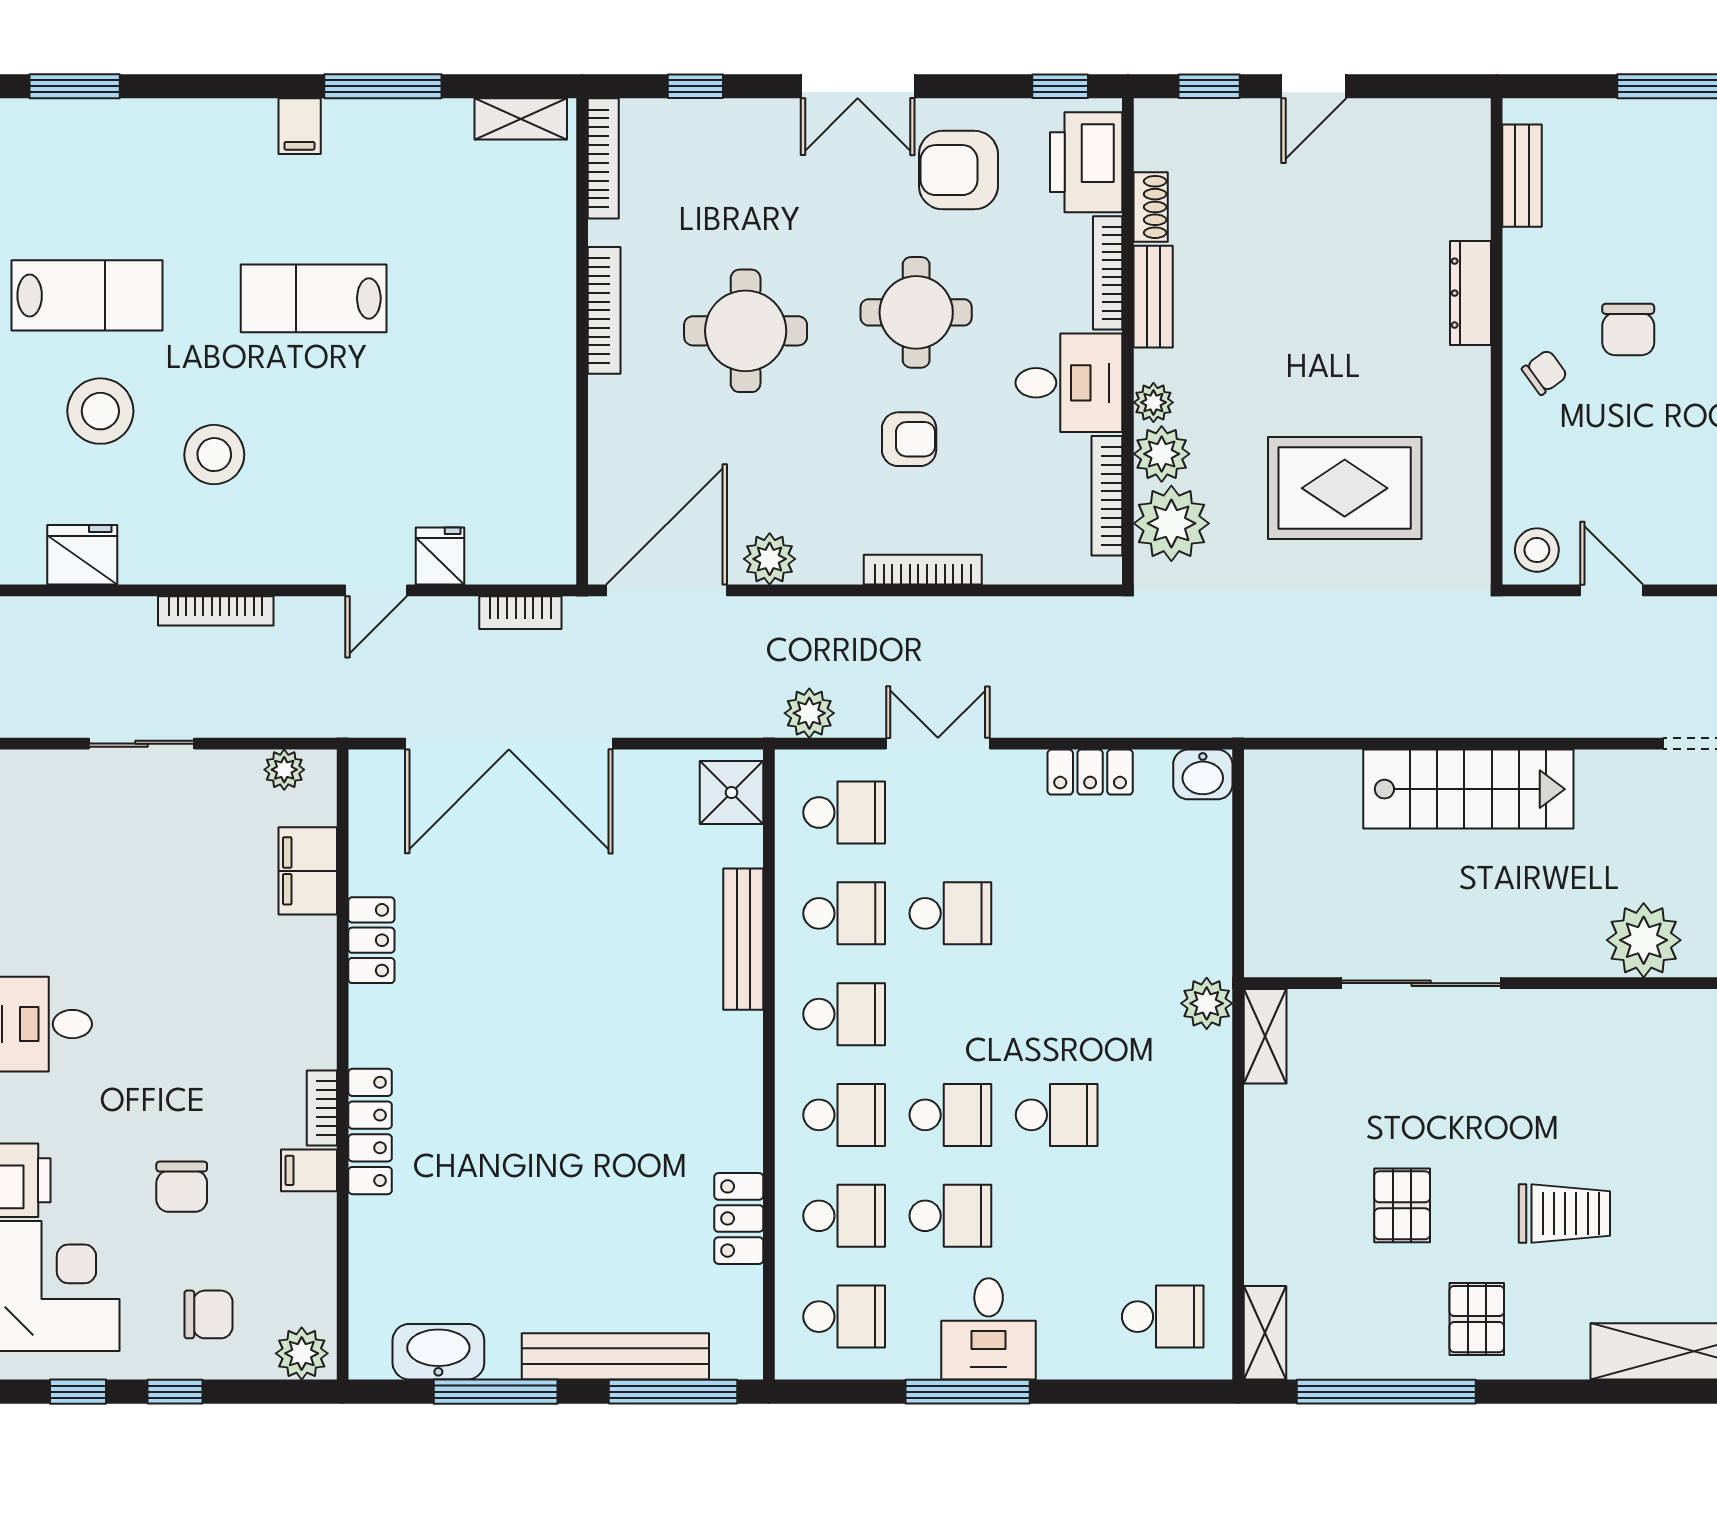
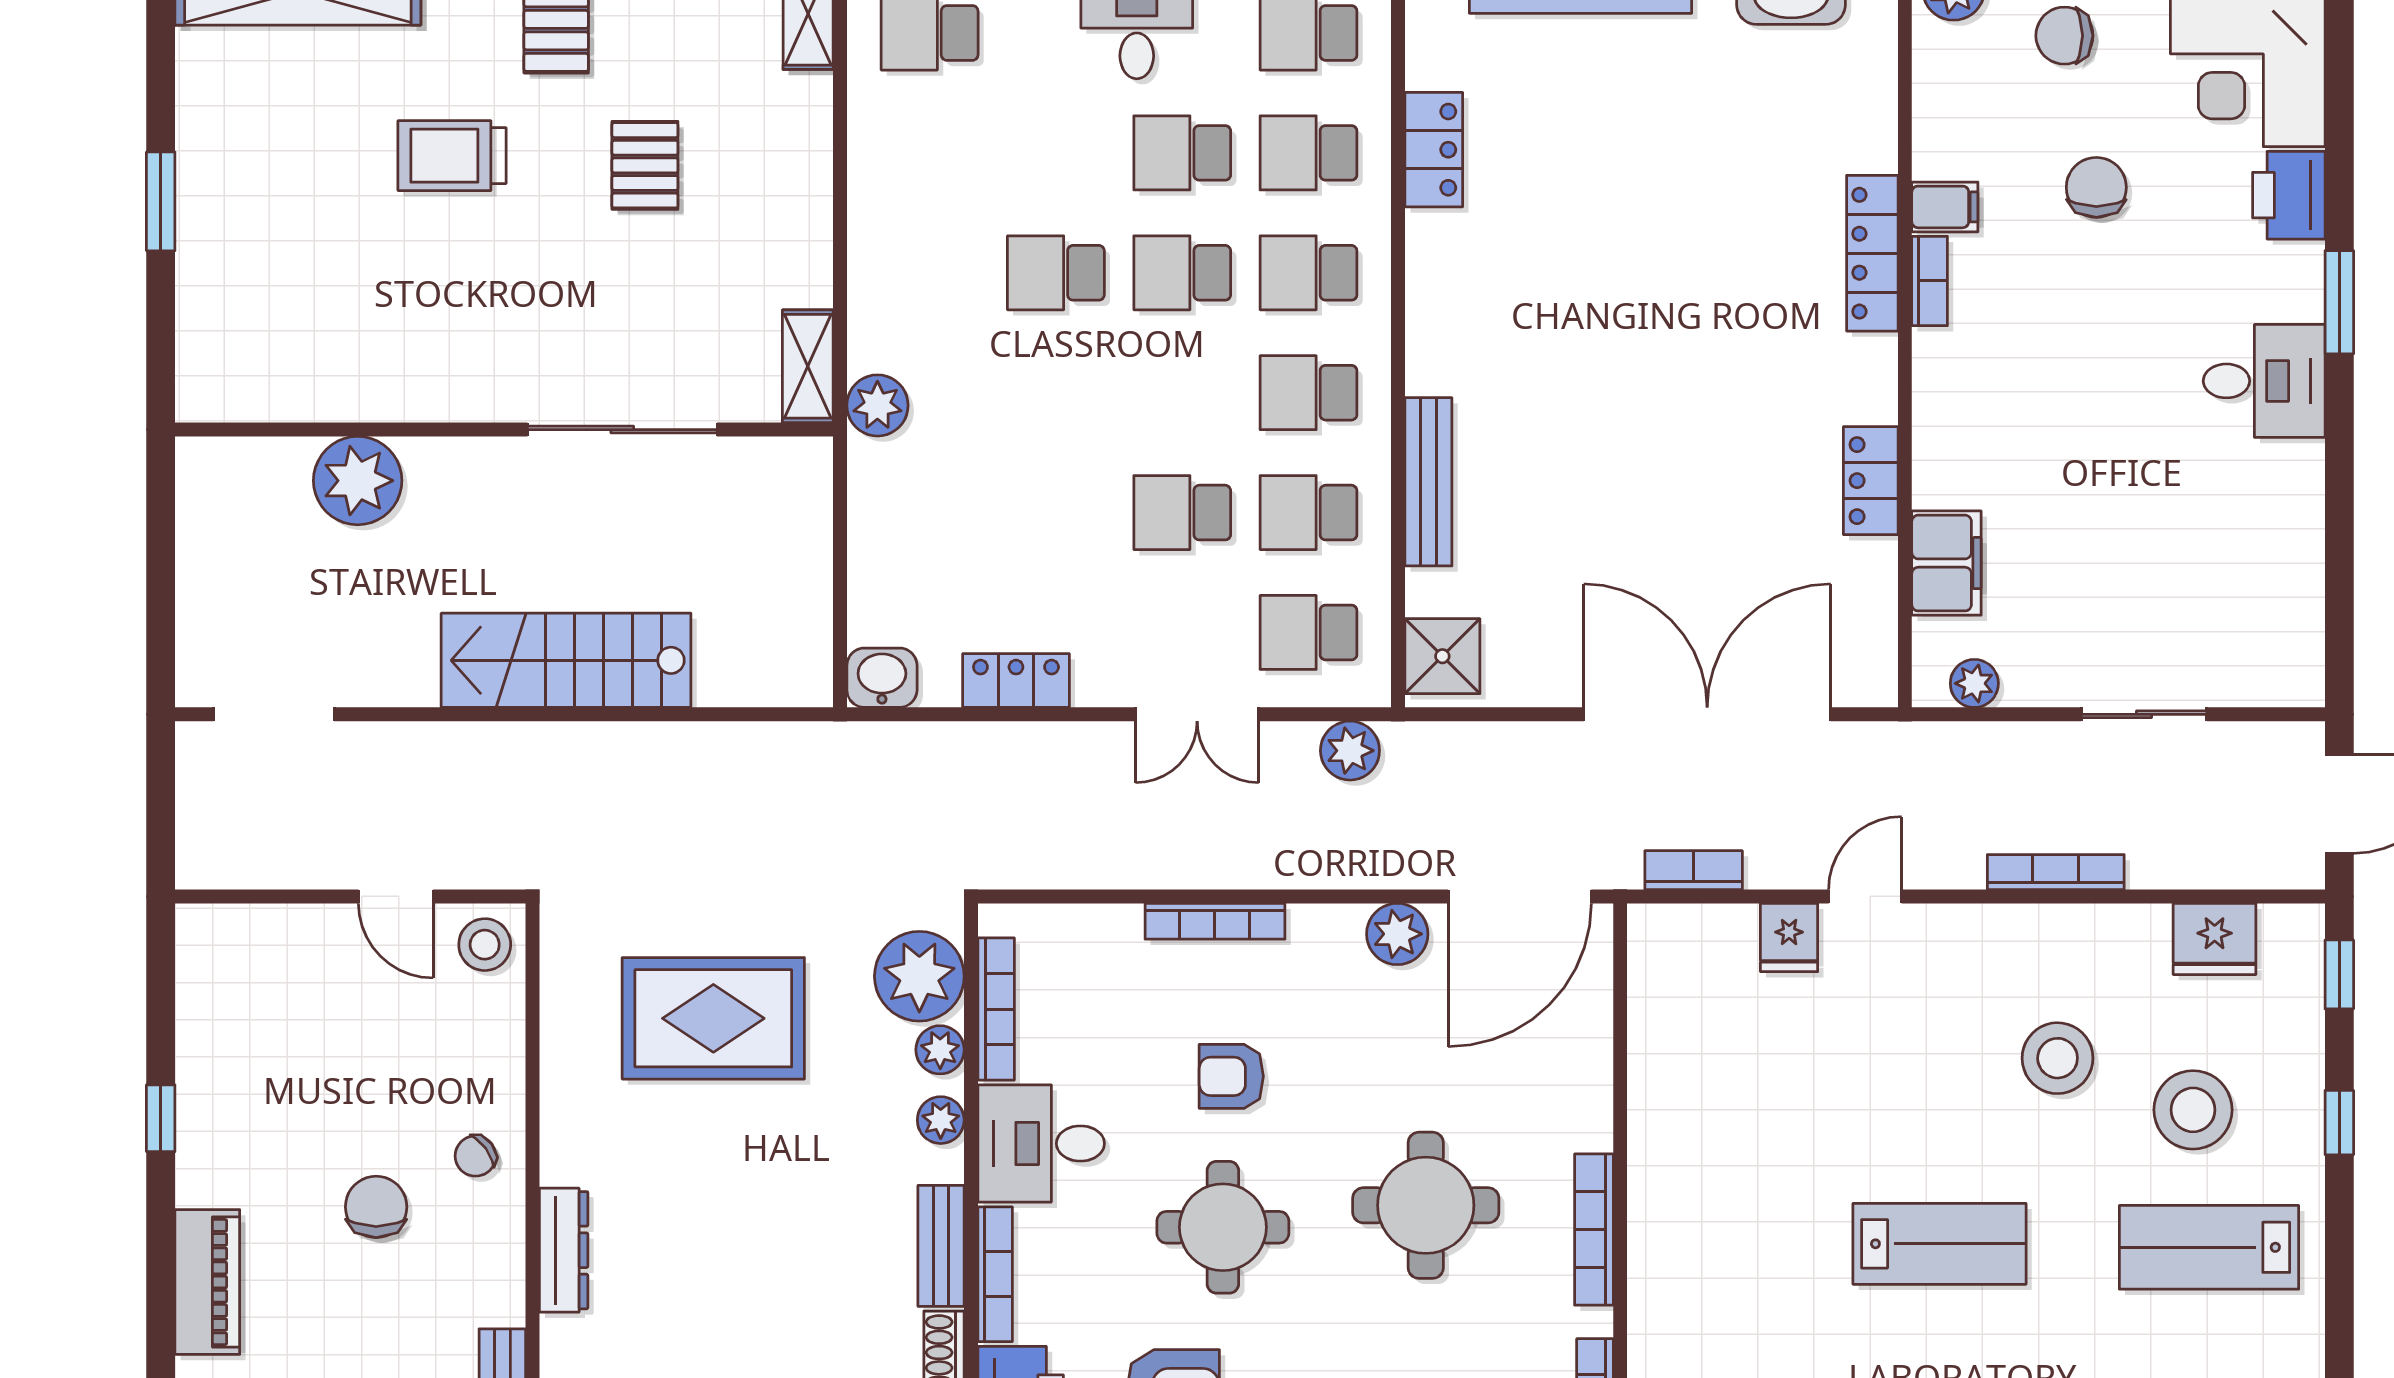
plant: (1162, 454) -> (940, 1050), width x0.73, depth x0.73

